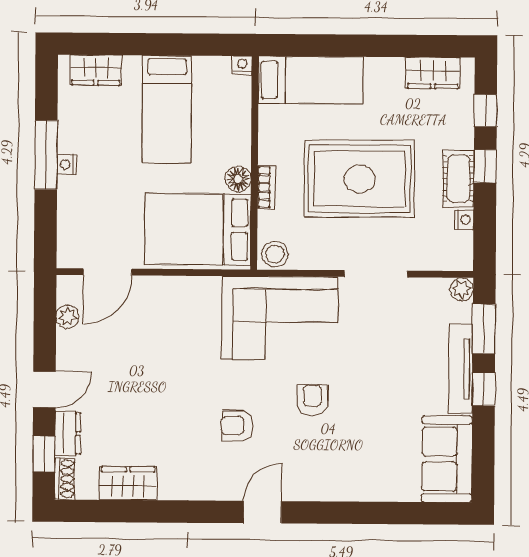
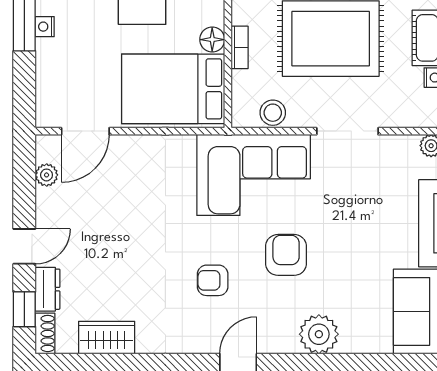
stool: (275, 254) -> (273, 113), moved
armchair: (312, 400) -> (286, 255), width x1.38, depth x1.38
plant: (345, 482) -> (319, 334), added

